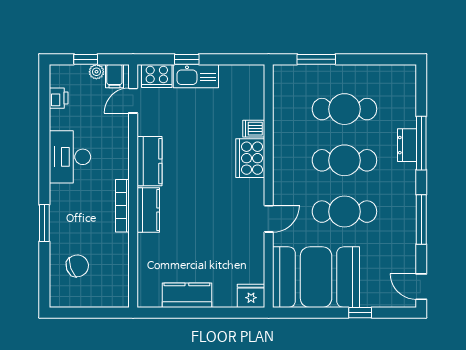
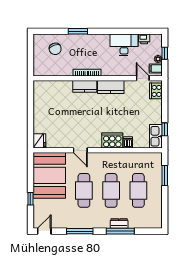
window: (187, 59) -> (165, 129), moved
kitchen sink: (196, 76) -> (156, 136), moved
desk: (70, 157) -> (124, 45), moved
kitchen counter: (187, 295) -> (40, 107), removed

